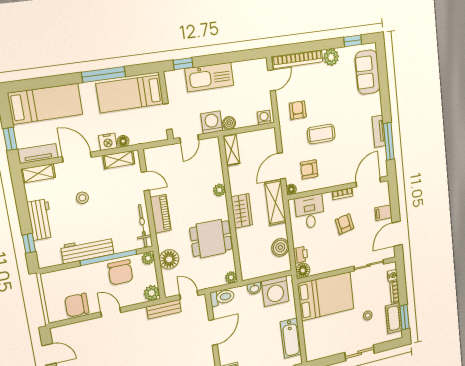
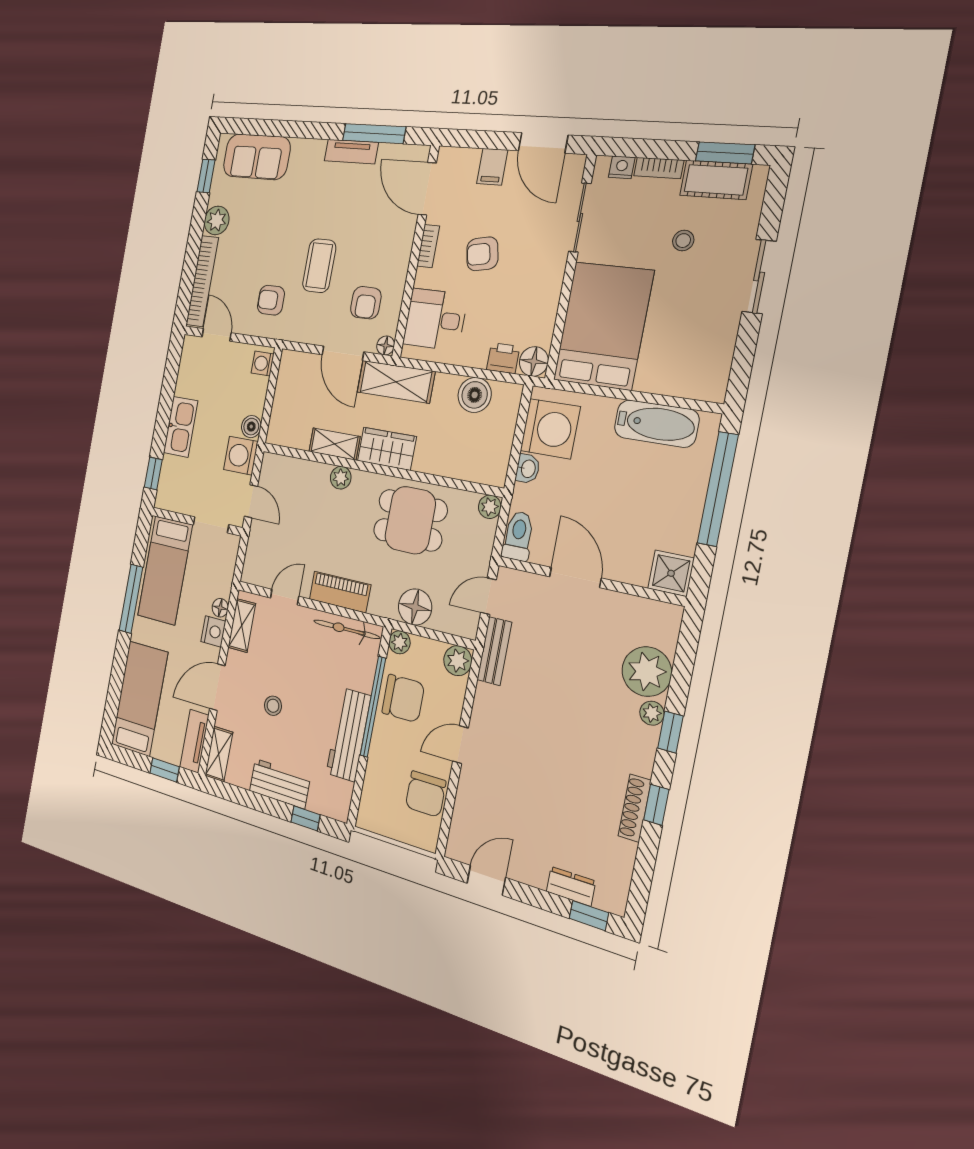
kitchen sink: (209, 77) -> (180, 427), width x0.73, depth x0.81
shelving: (231, 150) -> (334, 444), moved
dining table: (211, 239) -> (410, 520), turned 90

